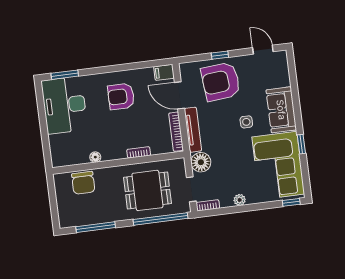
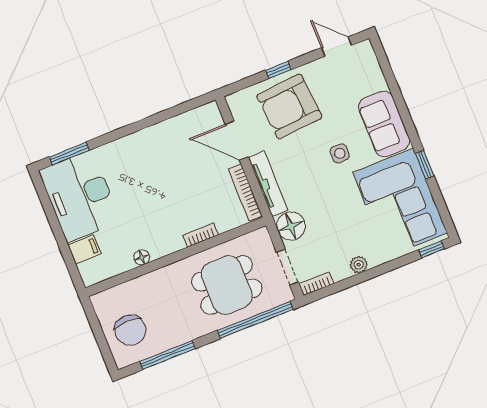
filing cabinet: (164, 72) -> (84, 249), moved, turned 180
armchair: (121, 96) -> (156, 163), removed
chair: (83, 183) -> (130, 330), moved

